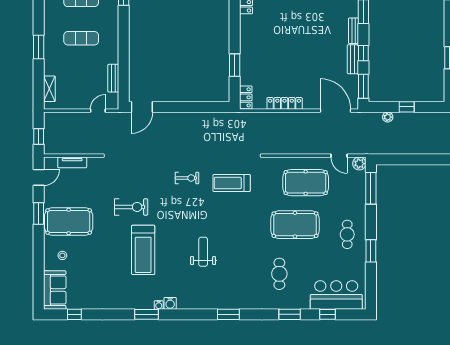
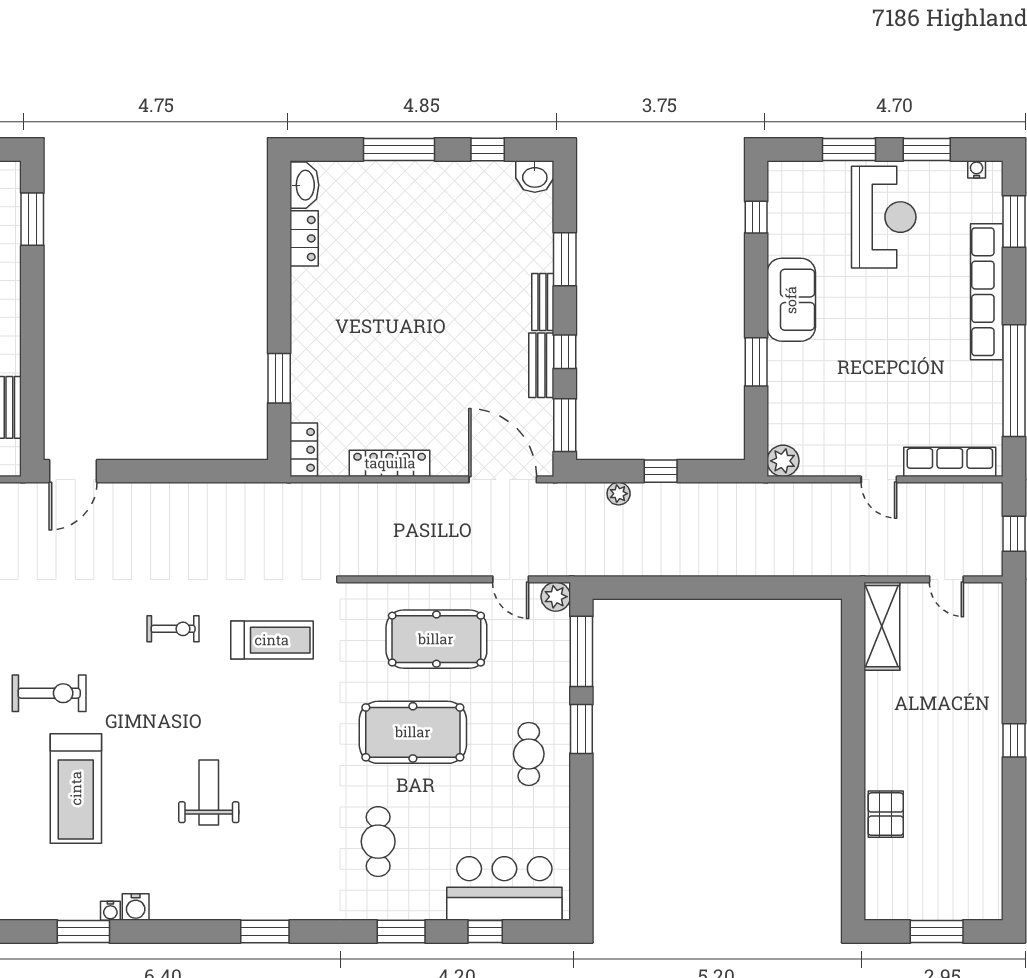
treadmill: (232, 183) -> (272, 640), turned 180
window: (371, 251) -> (581, 729), moved

